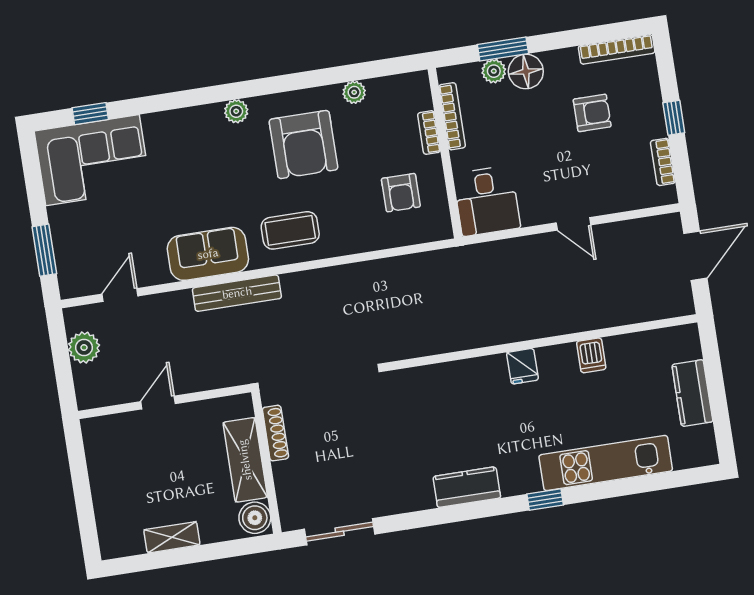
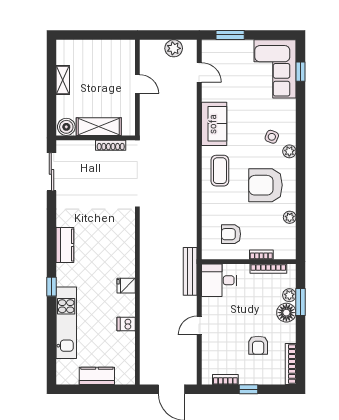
side table: (215, 147) -> (272, 137), added
bench: (237, 293) -> (190, 271), moved

